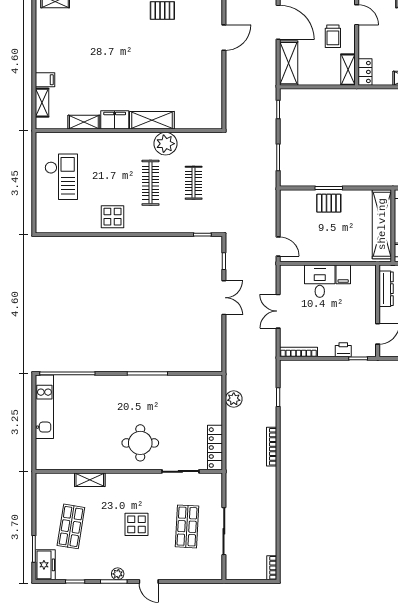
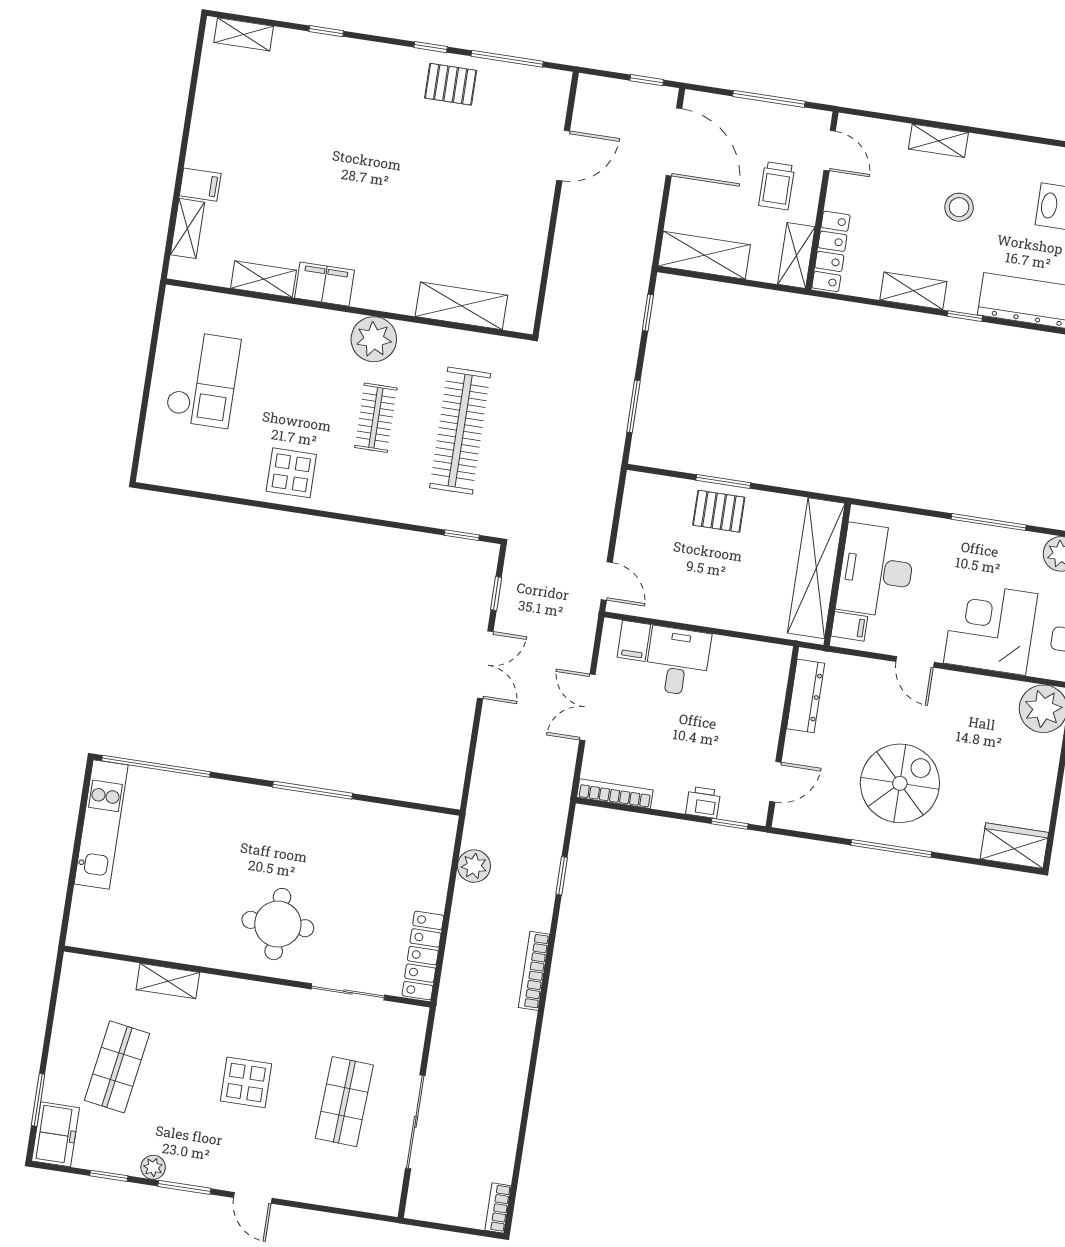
shelving: (289, 63) -> (704, 255), moved, turned 90
locker: (365, 72) -> (831, 251), width x1.53
shelving: (152, 120) -> (461, 306), moved
plant: (165, 144) -> (374, 339), moved
clothes rail: (150, 183) -> (376, 418), width x0.73
clothes rail: (194, 183) -> (460, 431), width x1.86, depth x1.31
filing cabinet: (343, 274) -> (634, 641), moved
plant: (118, 574) -> (153, 1167), moved

